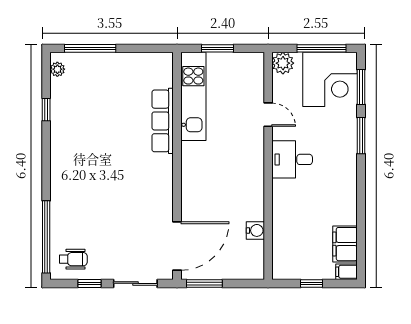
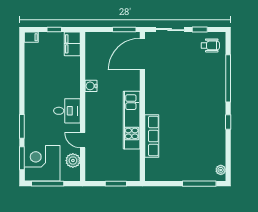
plant: (283, 63) -> (73, 161), moved
kitchen unit: (193, 96) -> (132, 120), moved
window: (46, 110) -> (228, 122), moved
water cooler: (255, 230) -> (91, 86), moved
window: (46, 237) -> (228, 78), moved
filing cabinet: (345, 244) -> (72, 44), moved, turned 180
wheelchair: (73, 259) -> (210, 45), turned 180

